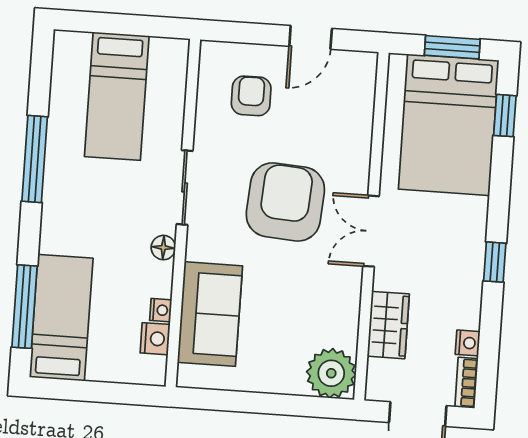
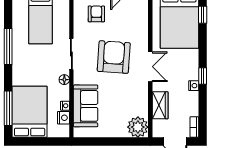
double door: (371, 231) -> (150, 67), swing flipped
bed: (61, 318) -> (30, 112), width x1.50
nightstand: (468, 343) -> (194, 86), moved

